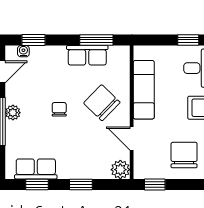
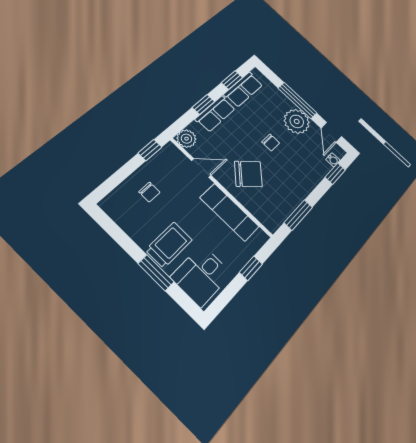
window: (188, 40) -> (251, 268), moved
row of seats: (87, 55) -> (215, 114), moved, turned 180
plant: (13, 113) -> (297, 121), width x1.88, depth x1.88
chair: (184, 155) -> (149, 192), width x0.54, depth x0.54

